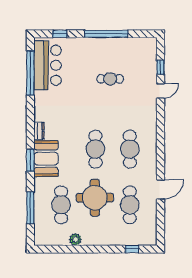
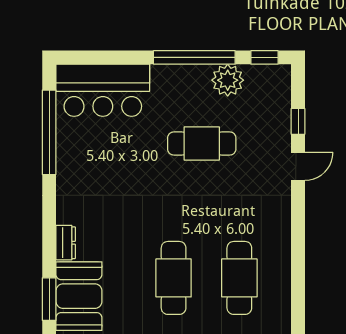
window: (60, 34) -> (264, 57), moved
plant: (124, 46) -> (228, 80), added
bar counter: (48, 65) -> (103, 90), moved, turned 90
cafe table: (110, 79) -> (202, 143), width x1.37, depth x1.35

